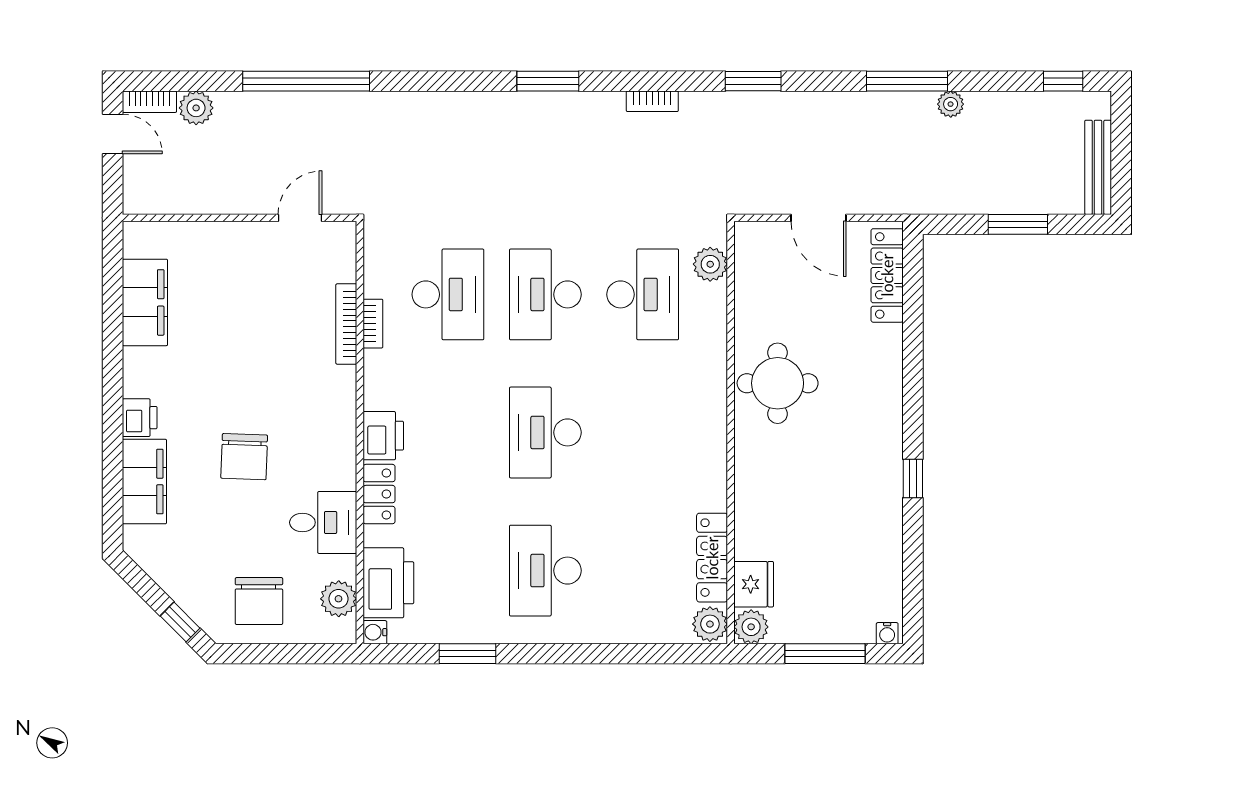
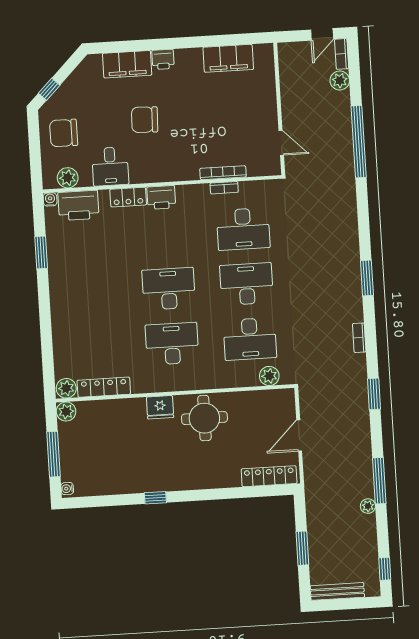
desk: (545, 571) -> (172, 344), moved
fridge: (754, 584) -> (160, 407), moved

